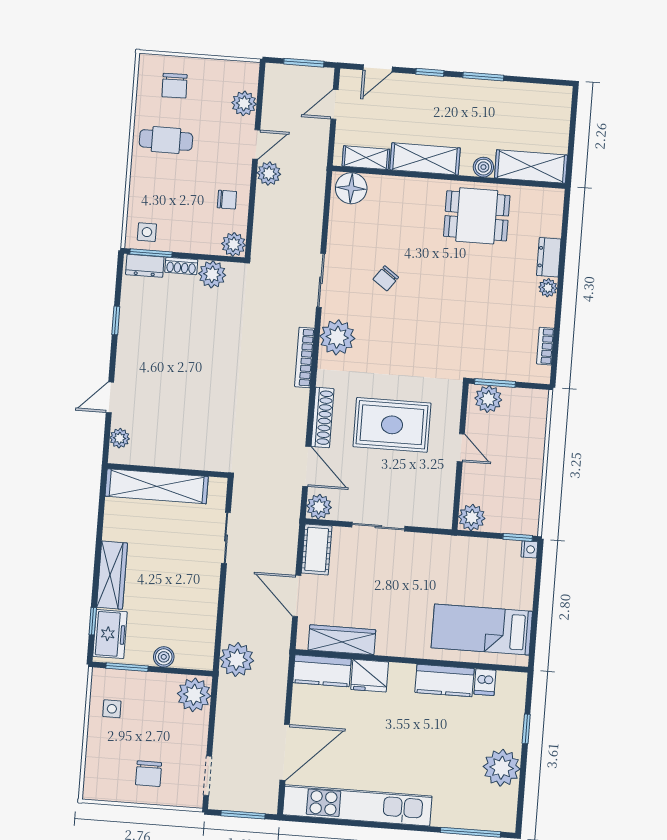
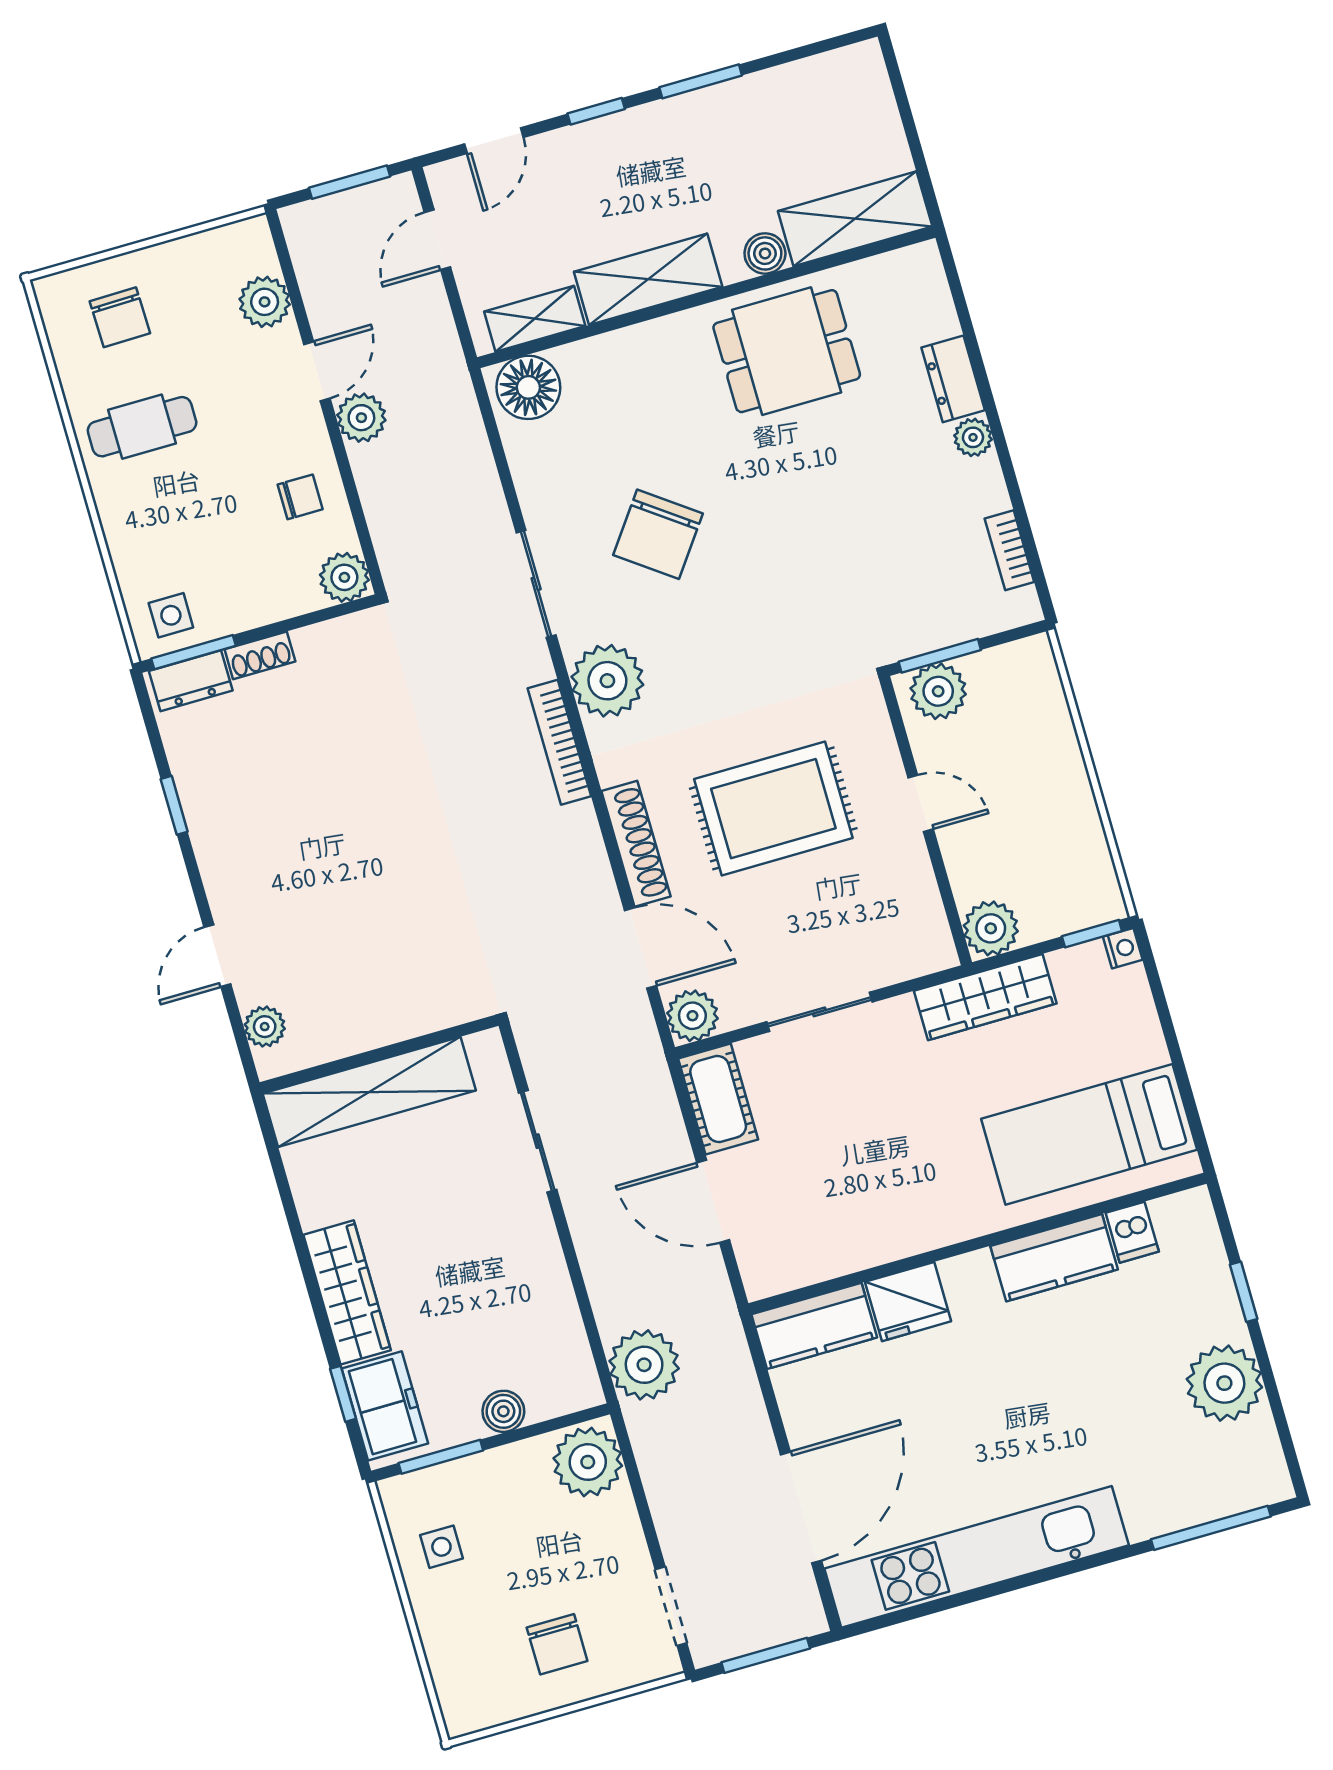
plant: (212, 274) -> (325, 649), removed
chair: (386, 278) -> (658, 534), width x1.87, depth x1.87
wardrobe: (342, 640) -> (985, 997), moved, turned 180

